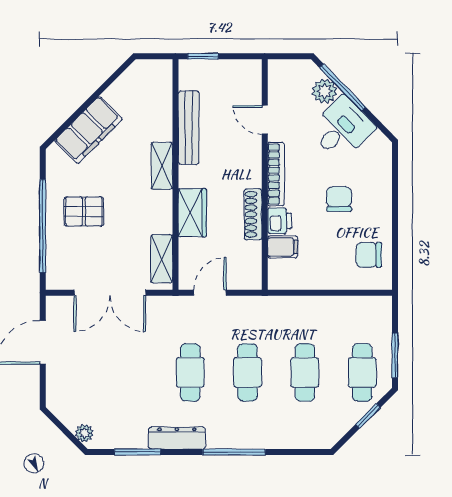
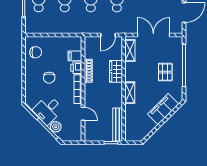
bench: (189, 128) -> (118, 125), moved
pallet: (84, 211) -> (165, 72), turned 90

